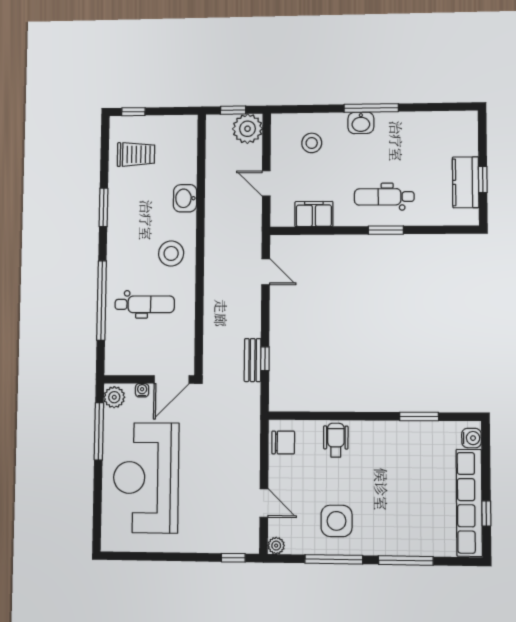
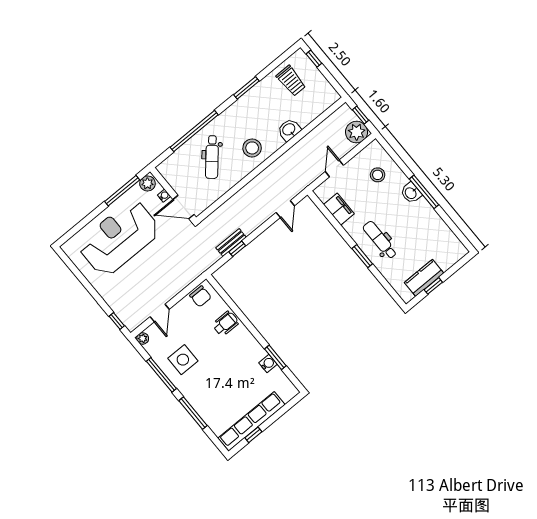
dental chair: (145, 304) -> (212, 157), turned 41
water cooler: (471, 438) -> (268, 364), moved, turned -90

